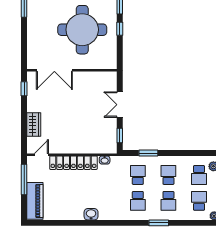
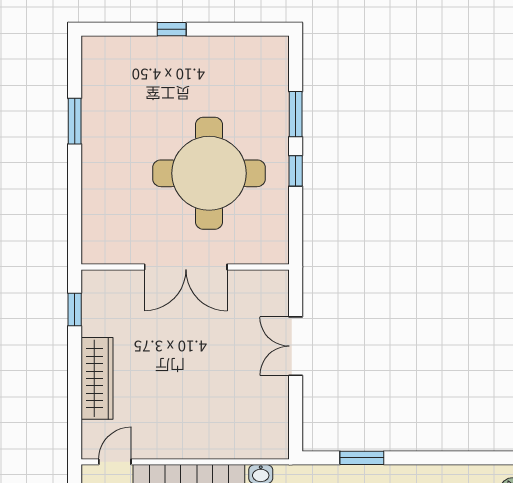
double door: (54, 70) -> (186, 267), moved
wardrobe: (34, 124) -> (97, 378), width x1.50
window: (120, 136) -> (296, 418), removed

